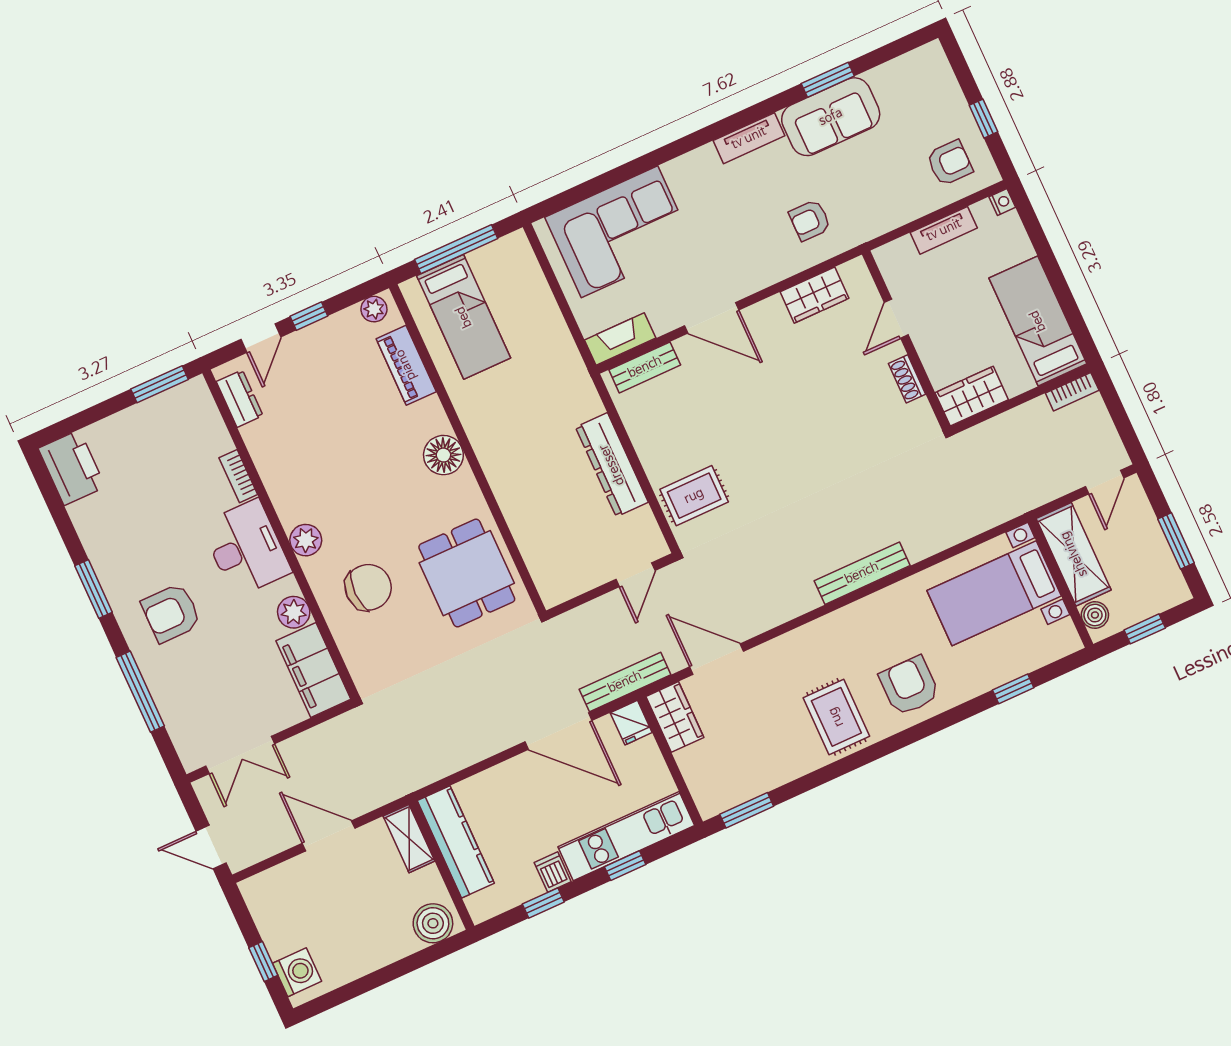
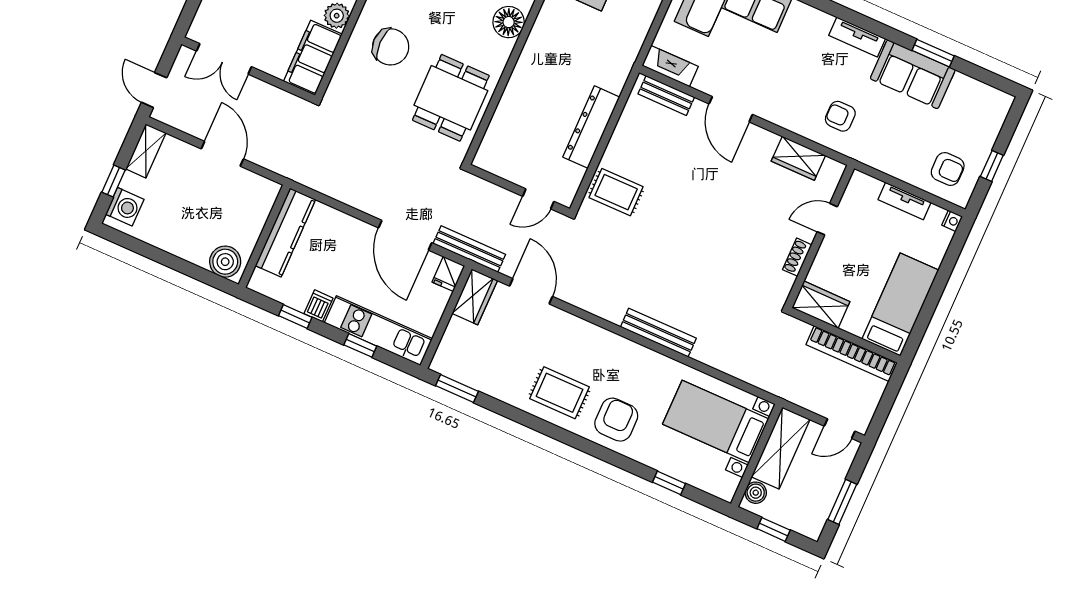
bookcase: (1072, 392) -> (852, 354), width x2.31, depth x1.31
rug: (836, 717) -> (560, 393), turned 90
shelving: (409, 839) -> (146, 151), moved

